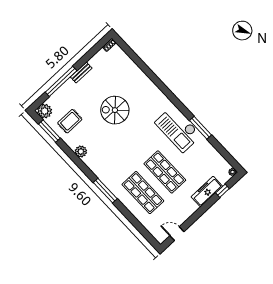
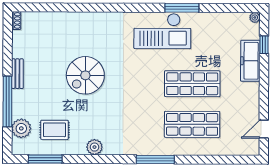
plant: (45, 111) -> (21, 128), moved
rug: (70, 121) -> (54, 130), turned 90

